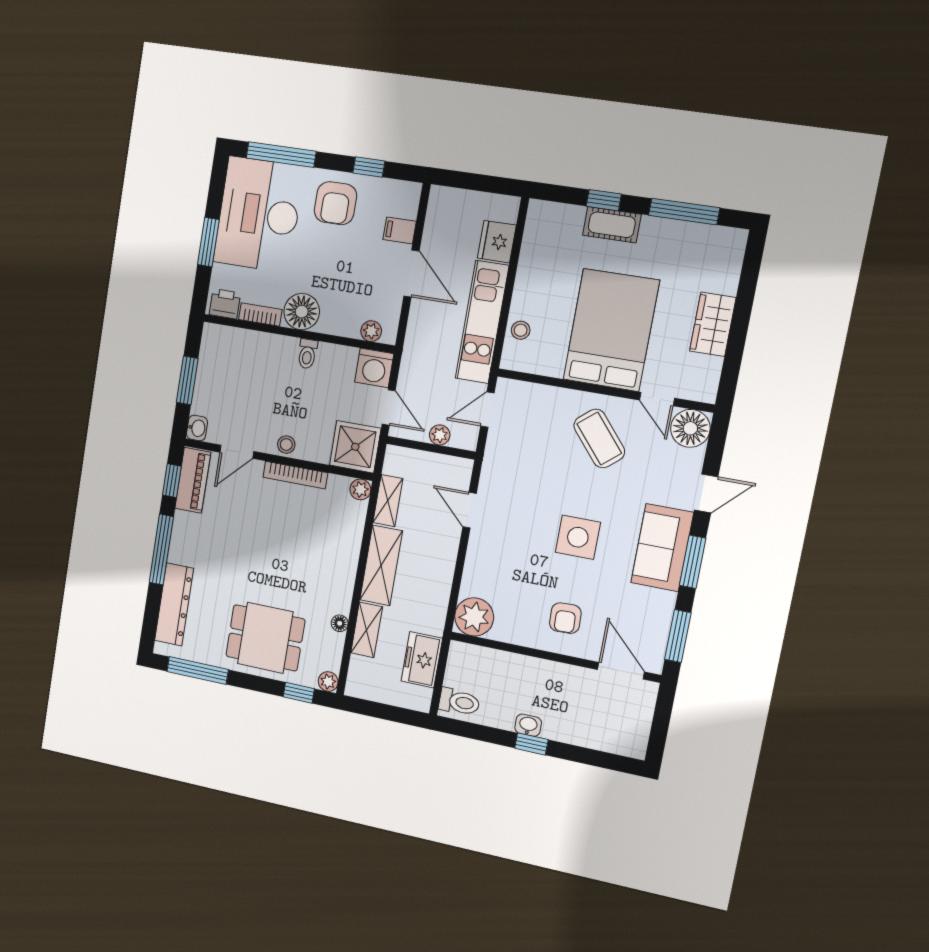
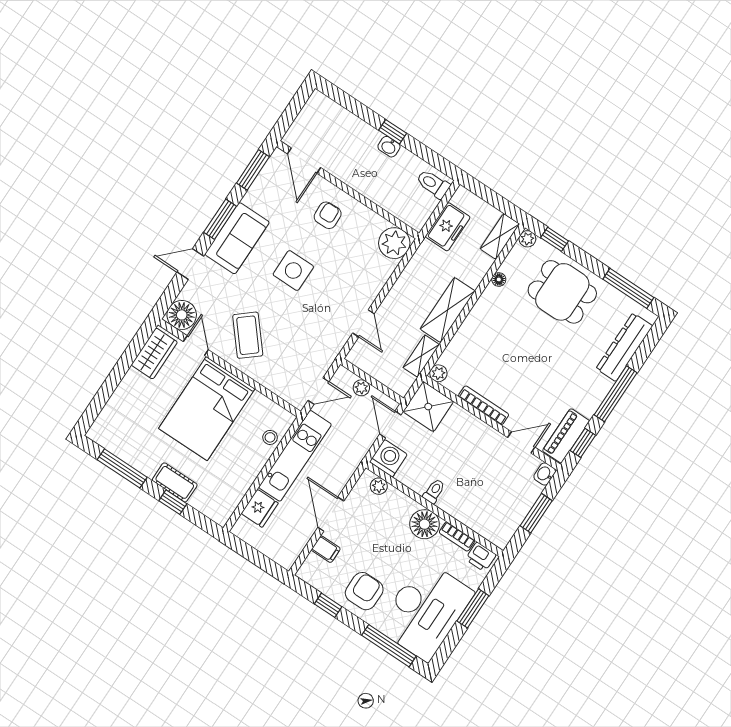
wardrobe: (713, 324) -> (154, 354), moved
stool: (286, 445) -> (480, 431), removed
shelving: (367, 630) -> (500, 236), moved

